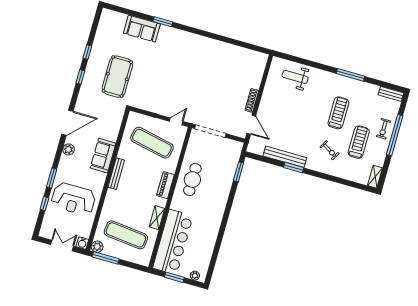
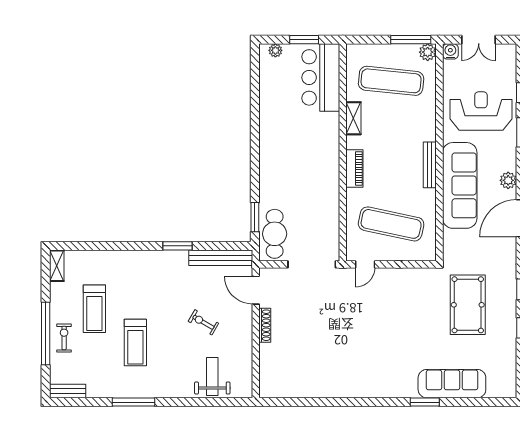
sofa: (142, 29) -> (452, 384), width x1.36
weight bench: (295, 77) -> (212, 376), turned -90
exercise bike: (330, 150) -> (203, 322), moved
sofa: (103, 156) -> (460, 185), width x1.85, depth x1.27
bench: (285, 157) -> (221, 258), moved
cafe table: (192, 180) -> (275, 234), moved
bar counter: (173, 242) -> (321, 77), width x0.73

